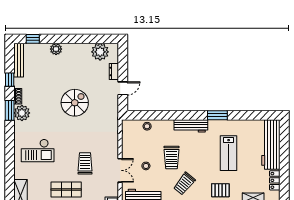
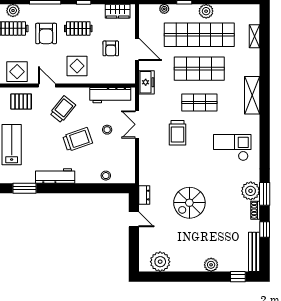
dresser: (114, 71) -> (144, 195), moved
door: (123, 88) -> (134, 219), swing flipped
trolley: (171, 157) -> (78, 139), turned 71

